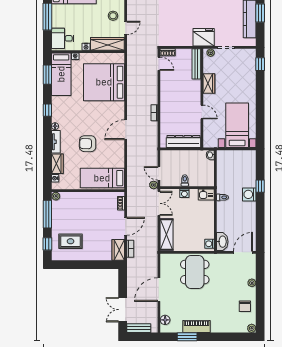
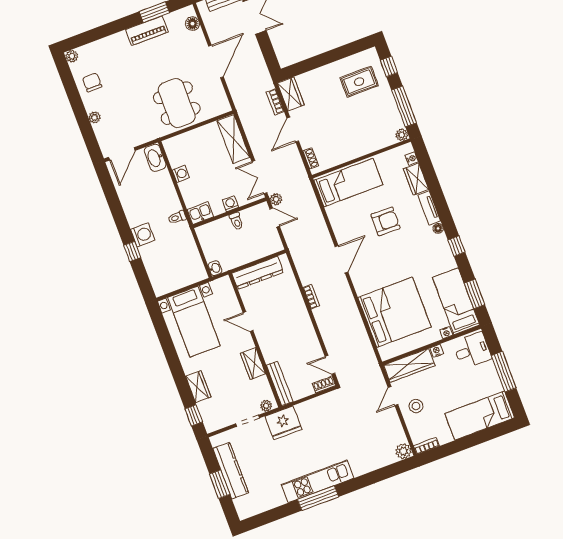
wardrobe: (250, 82) -> (198, 387), added
washing machine: (209, 244) -> (181, 174), moved

